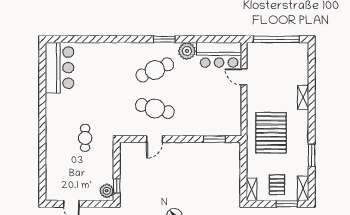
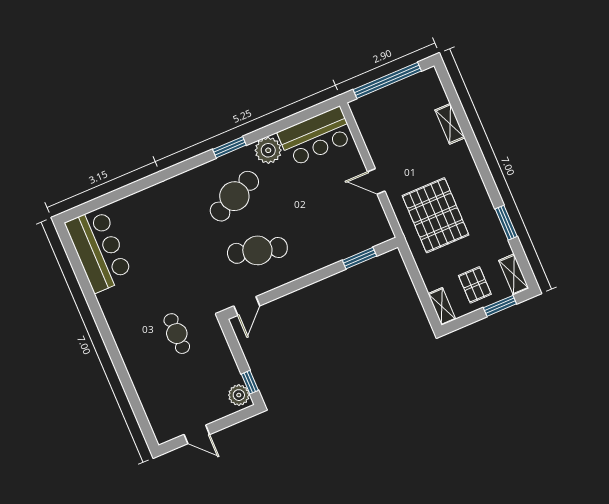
door: (244, 77) -> (376, 181), moved
shelving: (303, 97) -> (450, 124), moved
door: (154, 139) -> (247, 306), moved

